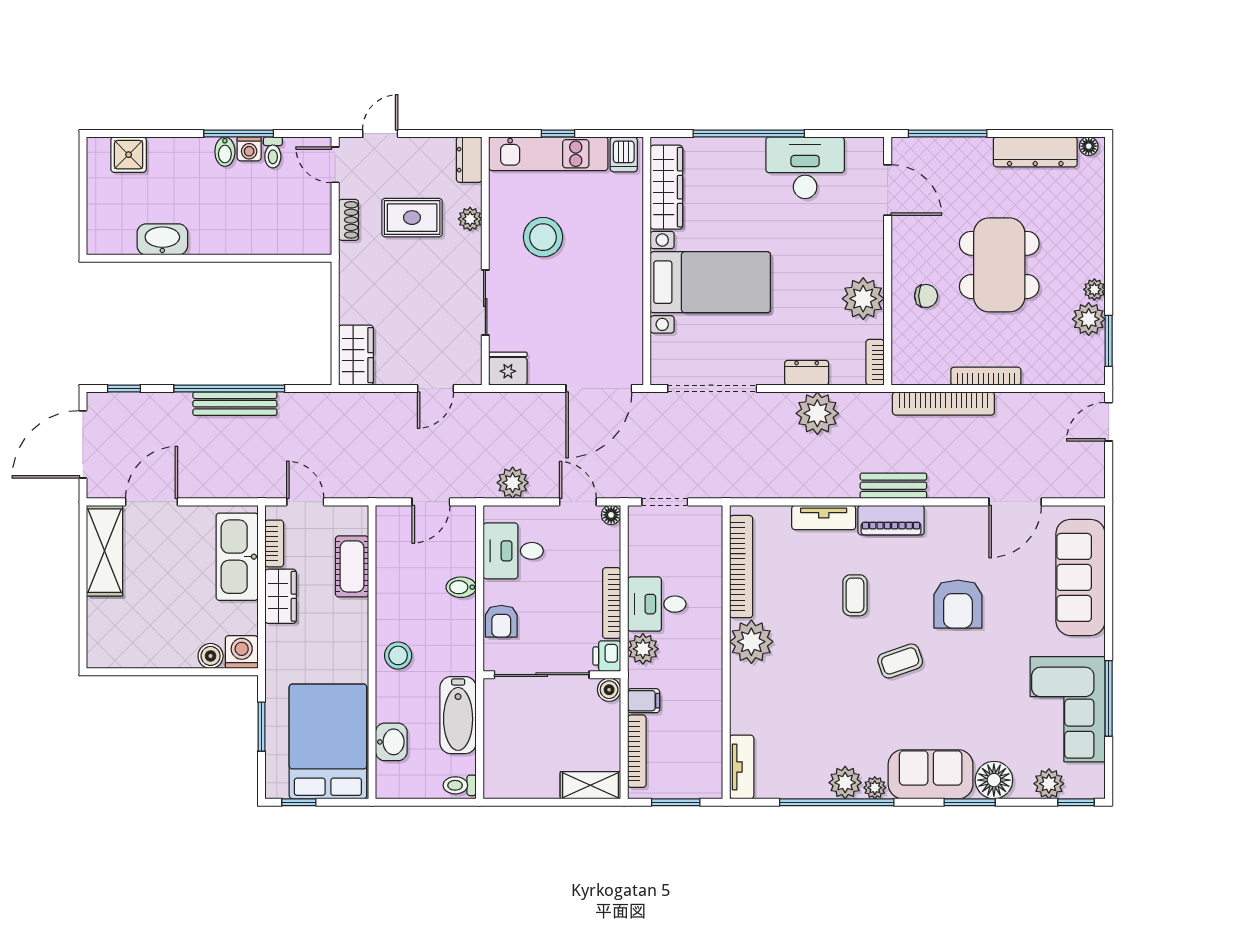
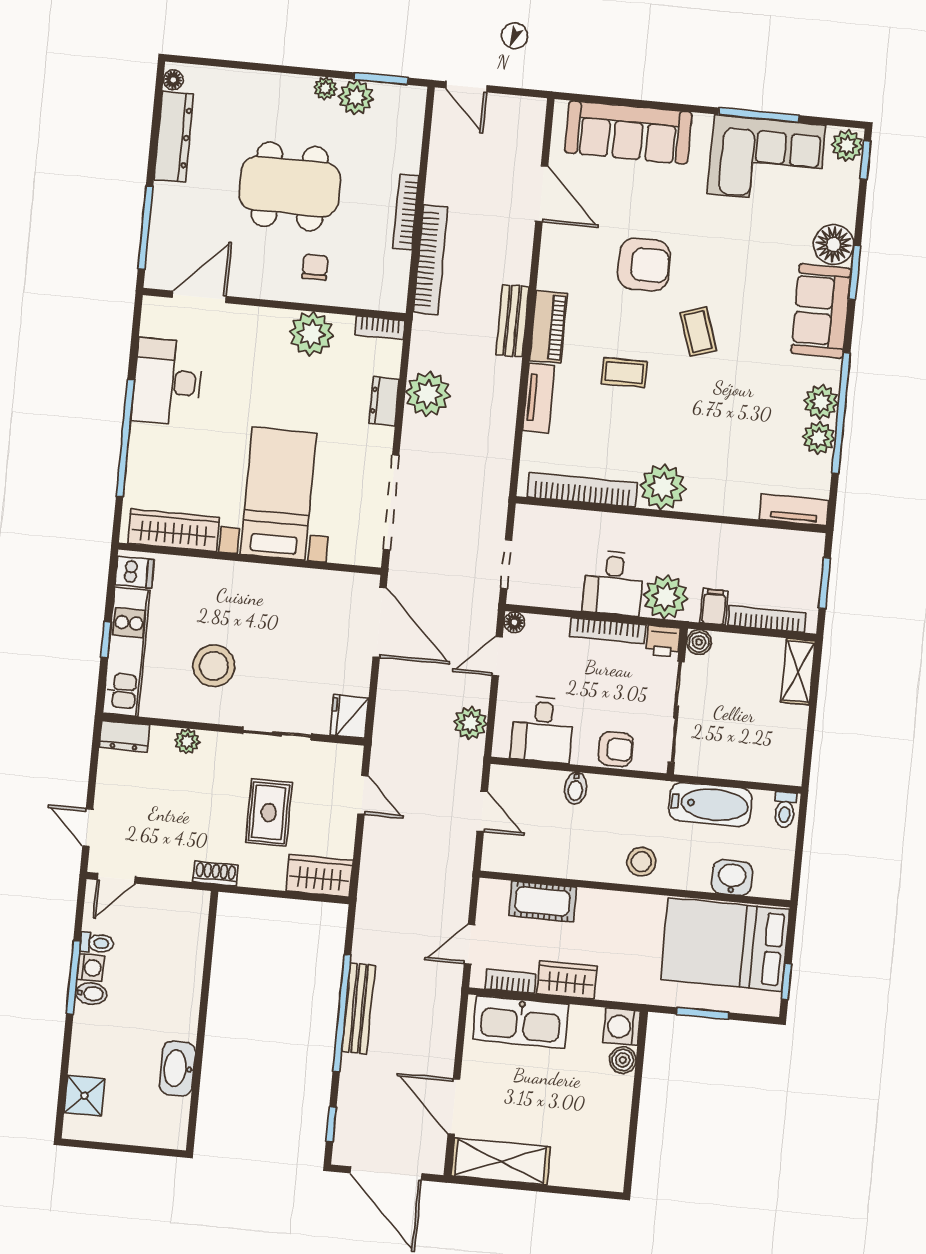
rug: (412, 218) -> (269, 812), moved
shoe rack: (348, 220) -> (216, 874), moved
plant: (643, 649) -> (666, 597), width x1.36, depth x1.36
plant: (1049, 784) -> (847, 146), moved
plant: (875, 788) -> (819, 438), moved, width x1.38, depth x1.38

